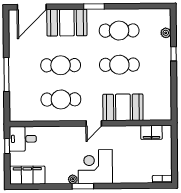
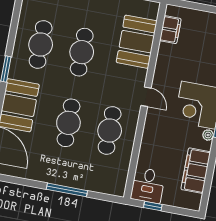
booth: (123, 107) -> (137, 42), moved
filing cabinet: (27, 175) -> (196, 171), moved

